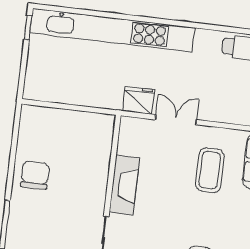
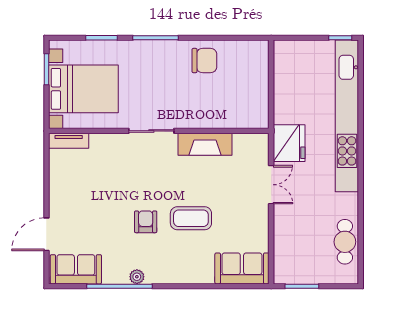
fridge: (139, 100) -> (289, 143), width x1.36, depth x1.34
coffee table: (210, 170) -> (191, 218), moved

